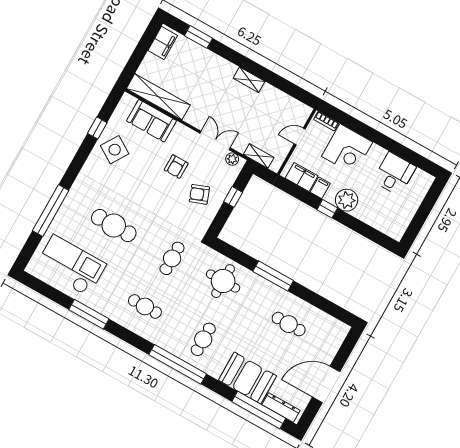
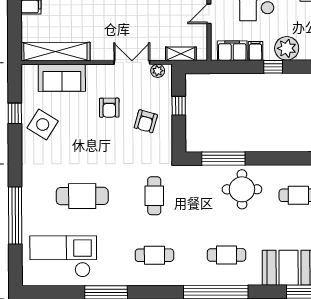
armchair: (199, 194) -> (146, 121), turned -53
window: (273, 276) -> (223, 159), moved
round table: (223, 281) -> (242, 189), moved
cafe table: (203, 339) -> (226, 255), turned 90

